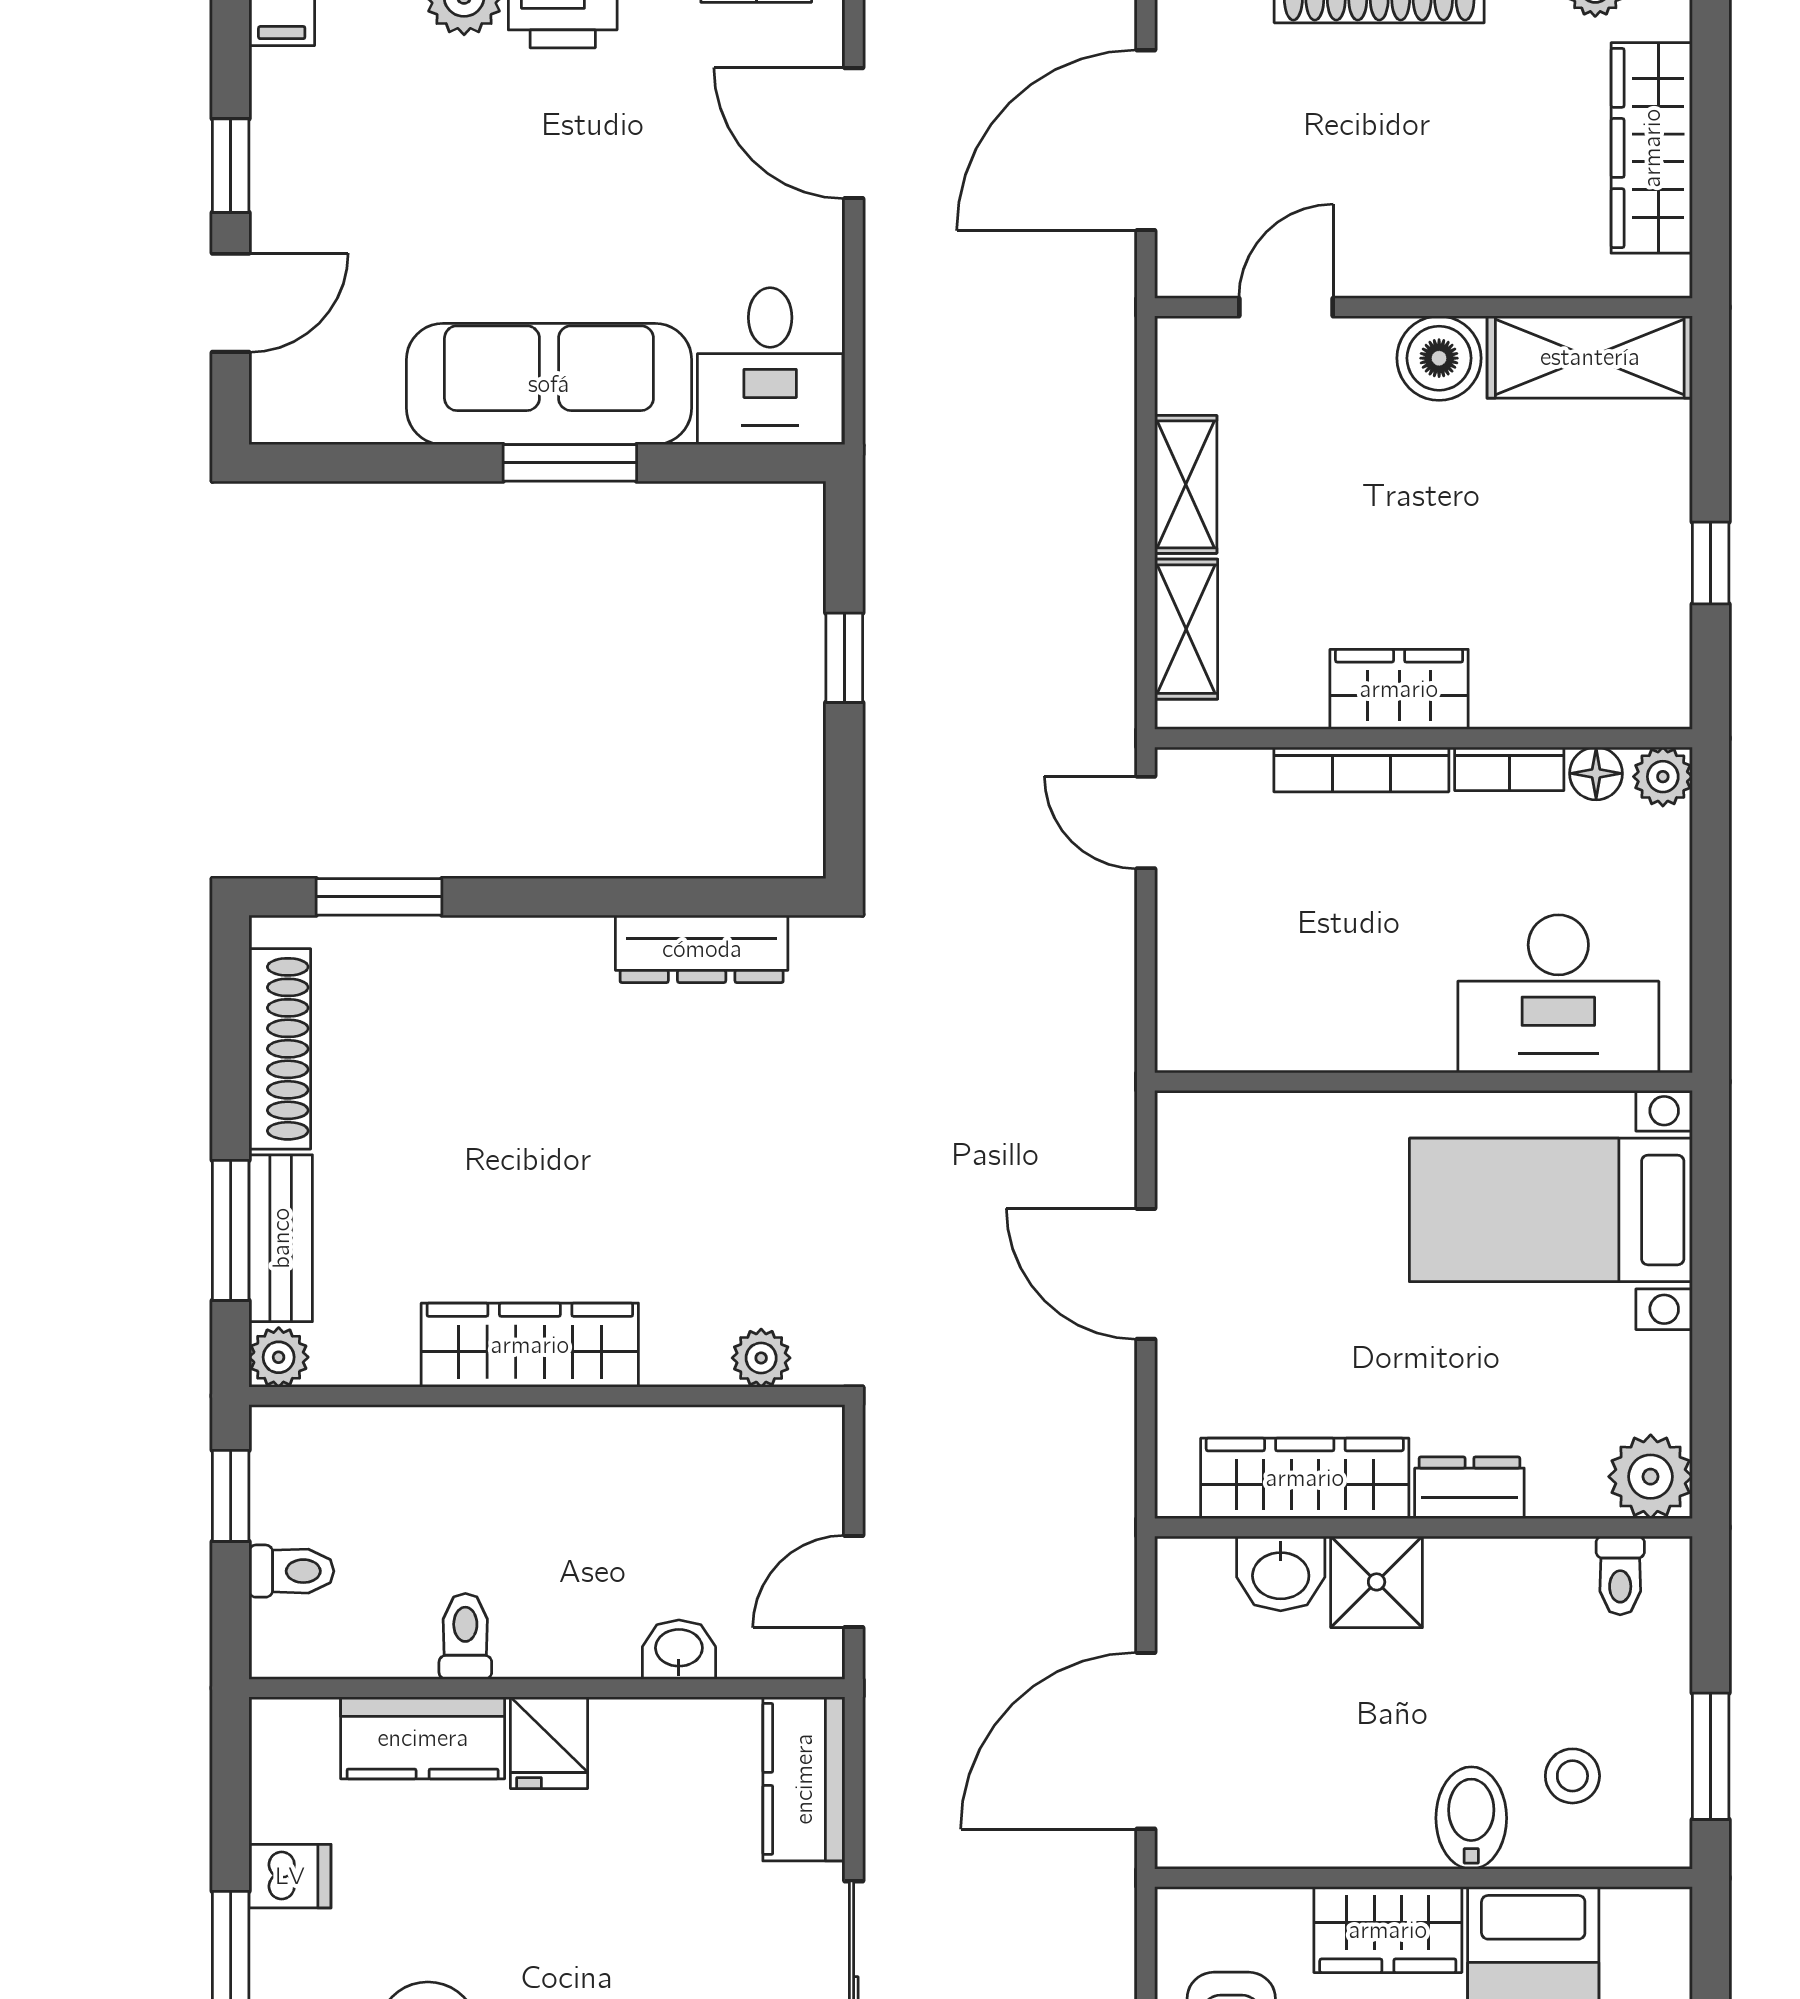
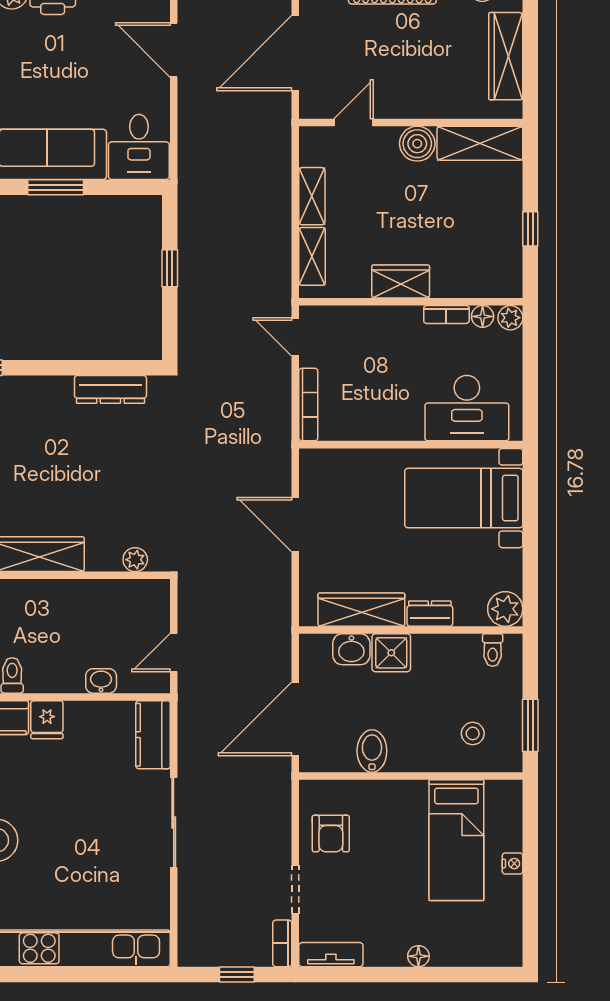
bookcase: (1361, 769) -> (308, 405), moved, turned -90
bidet: (1471, 1818) -> (372, 751), moved
wardrobe: (1388, 1930) -> (396, 797), removed

